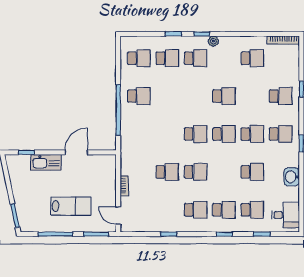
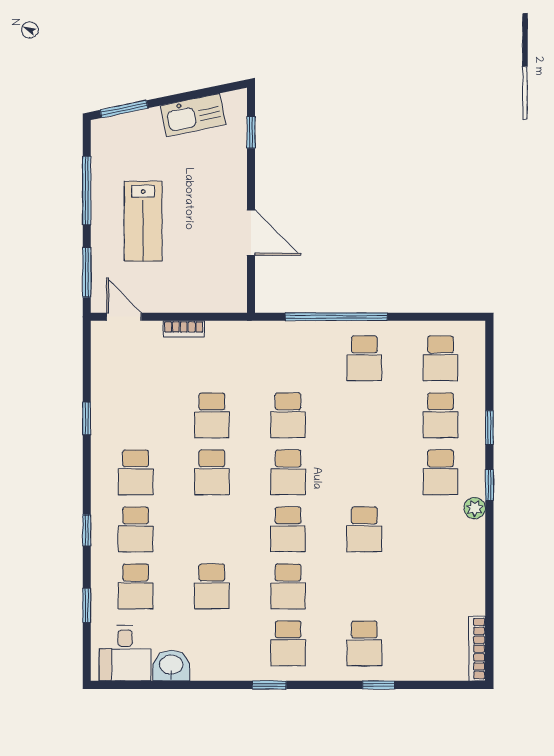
school desk: (252, 58) -> (288, 415), moved
kitchen sink: (46, 162) -> (193, 115), moved, turned -102
washbasin: (292, 177) -> (171, 666), moved
door: (118, 216) -> (124, 317), hinge flipped

